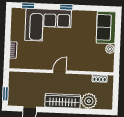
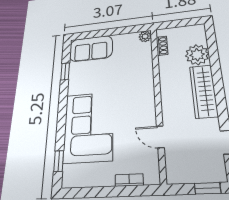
window: (66, 7) -> (65, 71), moved
plant: (110, 49) -> (145, 36), moved
door: (60, 72) -> (160, 137), moved

